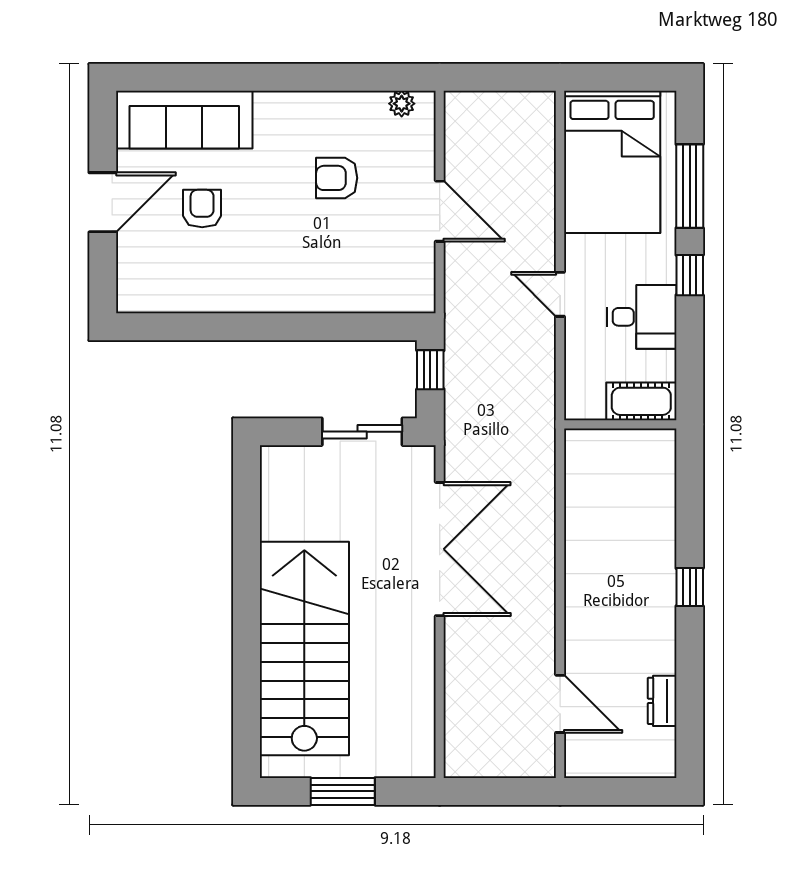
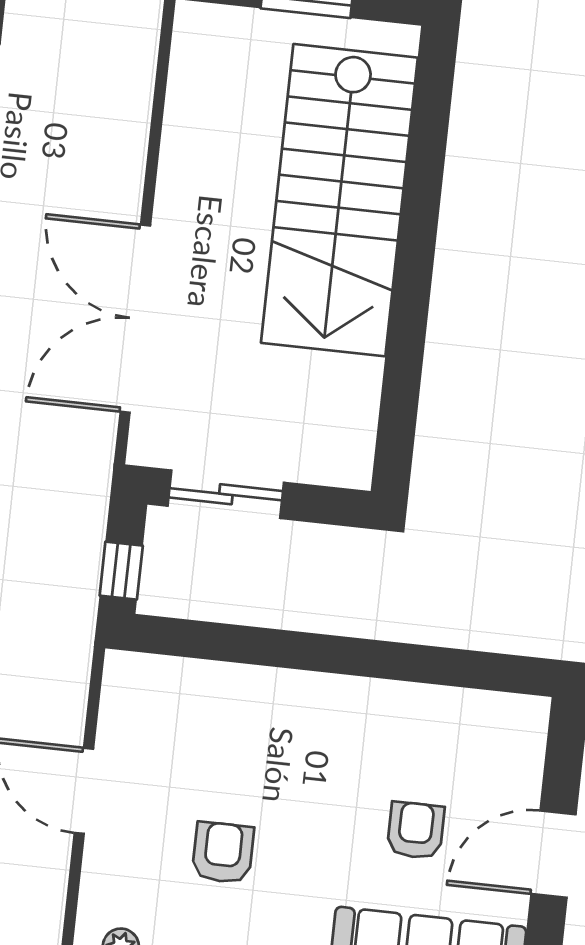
armchair: (337, 178) -> (223, 853), turned -90
armchair: (202, 209) -> (416, 830), turned 180

